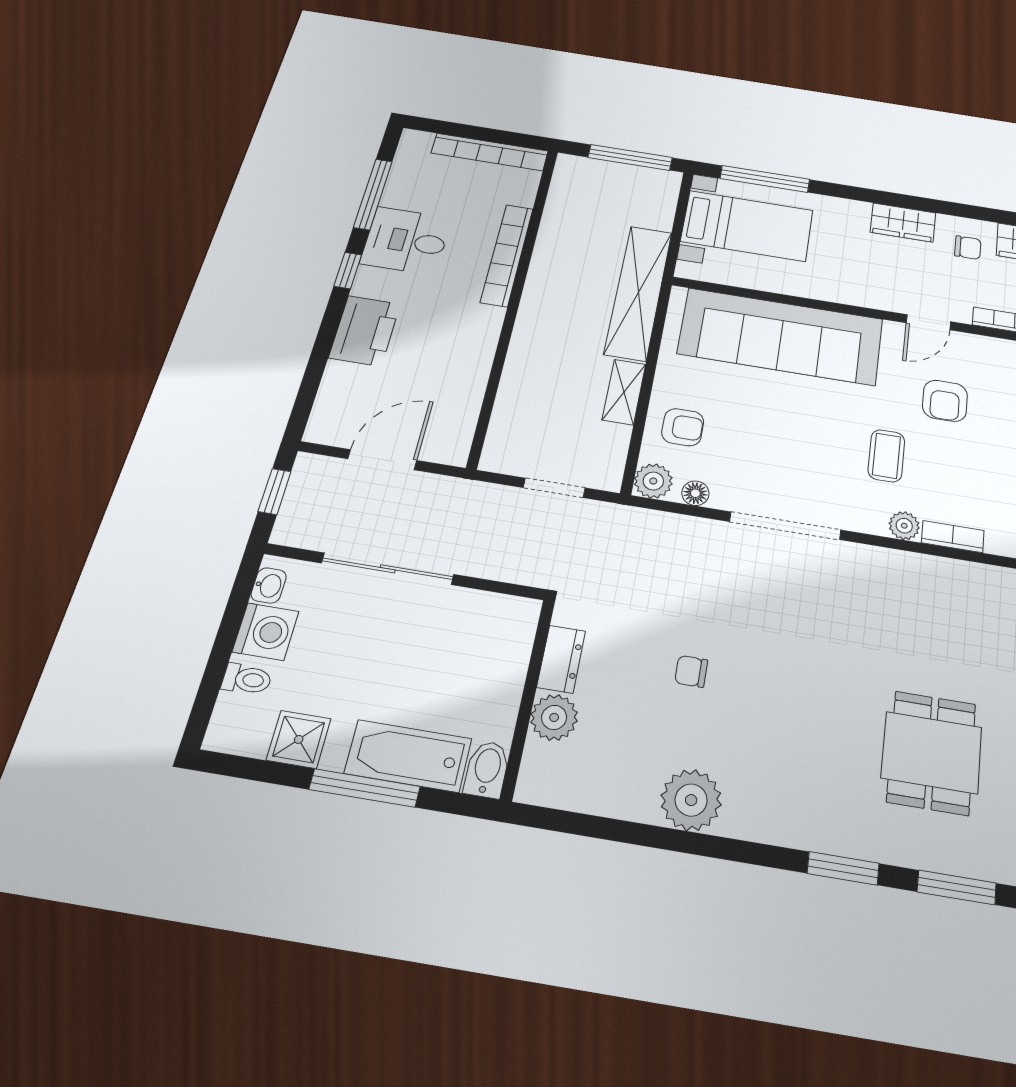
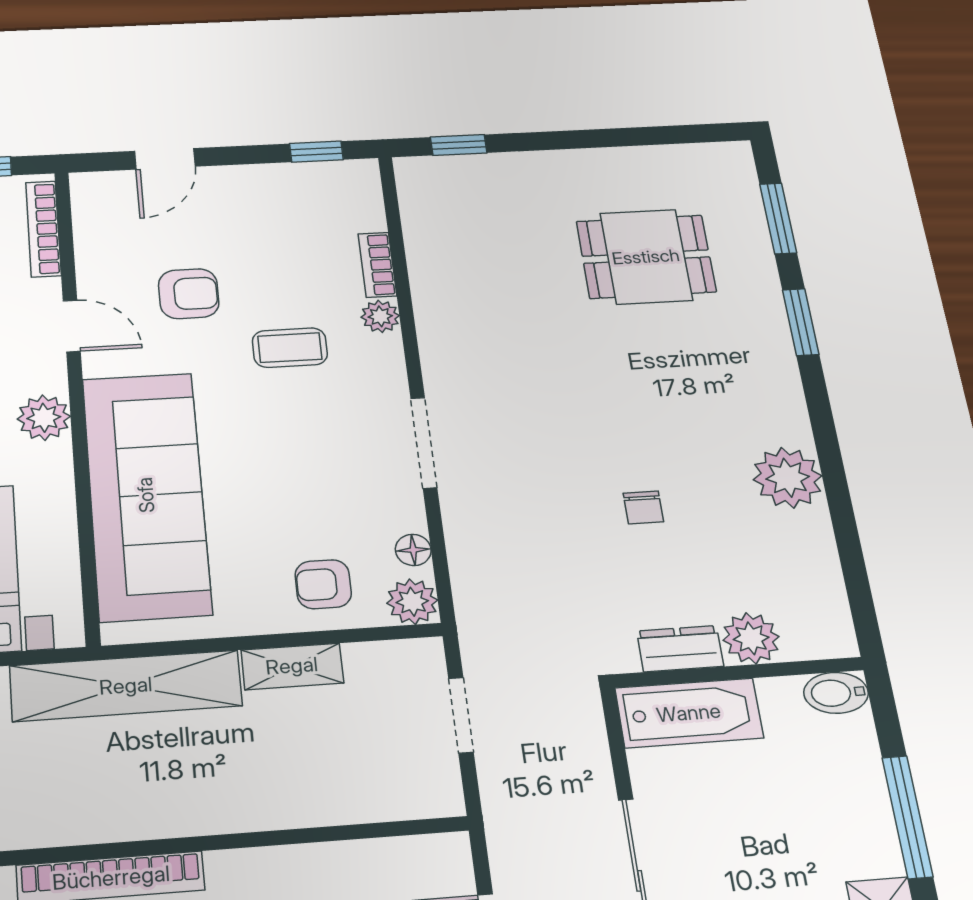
plant: (856, 290) -> (44, 418), added
armchair: (683, 427) -> (323, 584), turned -90
doorway: (785, 526) -> (424, 443), width x0.73
bathtub: (408, 756) -> (689, 713), moved, turned -90

